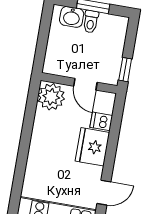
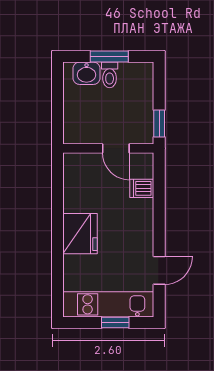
plant: (51, 97) -> (79, 170), removed
fridge: (92, 147) -> (80, 234), moved, turned 180

